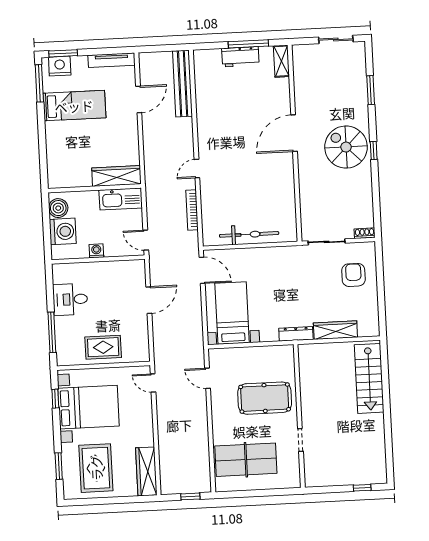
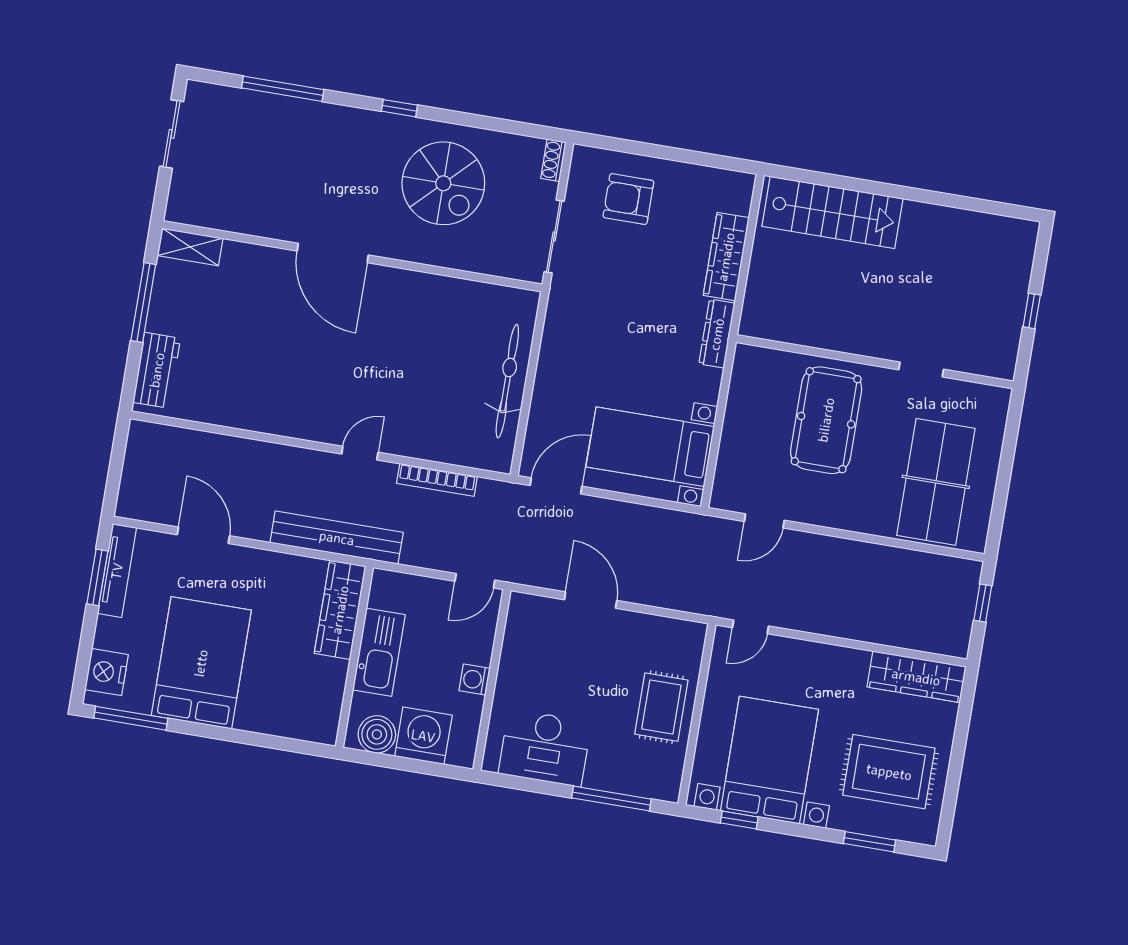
window: (63, 53) -> (97, 577), moved
workbench: (240, 57) -> (157, 370), moved
bench: (183, 84) -> (337, 538), moved
window: (371, 90) -> (283, 89), width x1.44
bed: (74, 106) -> (201, 663), width x1.50
spiral stairs: (346, 147) -> (443, 183), moved, turned -90
door: (197, 169) -> (360, 453), swing flipped
kitchen sink: (121, 199) -> (379, 652), moved
desk: (70, 299) -> (545, 748), width x1.37
window: (362, 488) -> (1032, 311), moved

